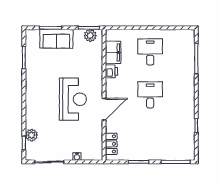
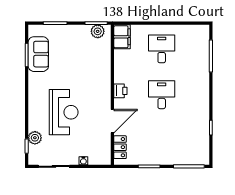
sofa: (56, 39) -> (38, 54), moved, turned -90
filing cabinet: (113, 52) -> (122, 37), moved
printer: (112, 71) -> (120, 91), moved
reception desk: (73, 99) -> (64, 112), moved
door: (104, 109) -> (112, 121), moved

